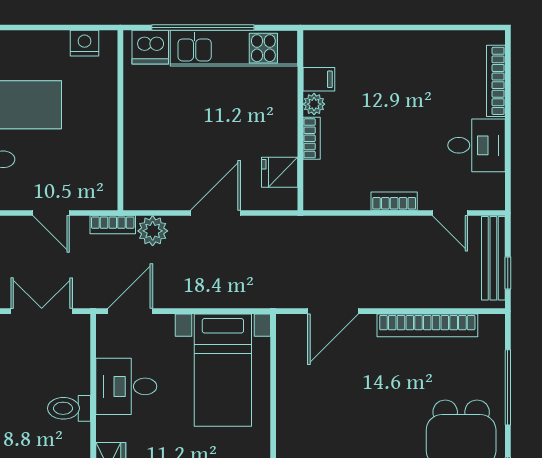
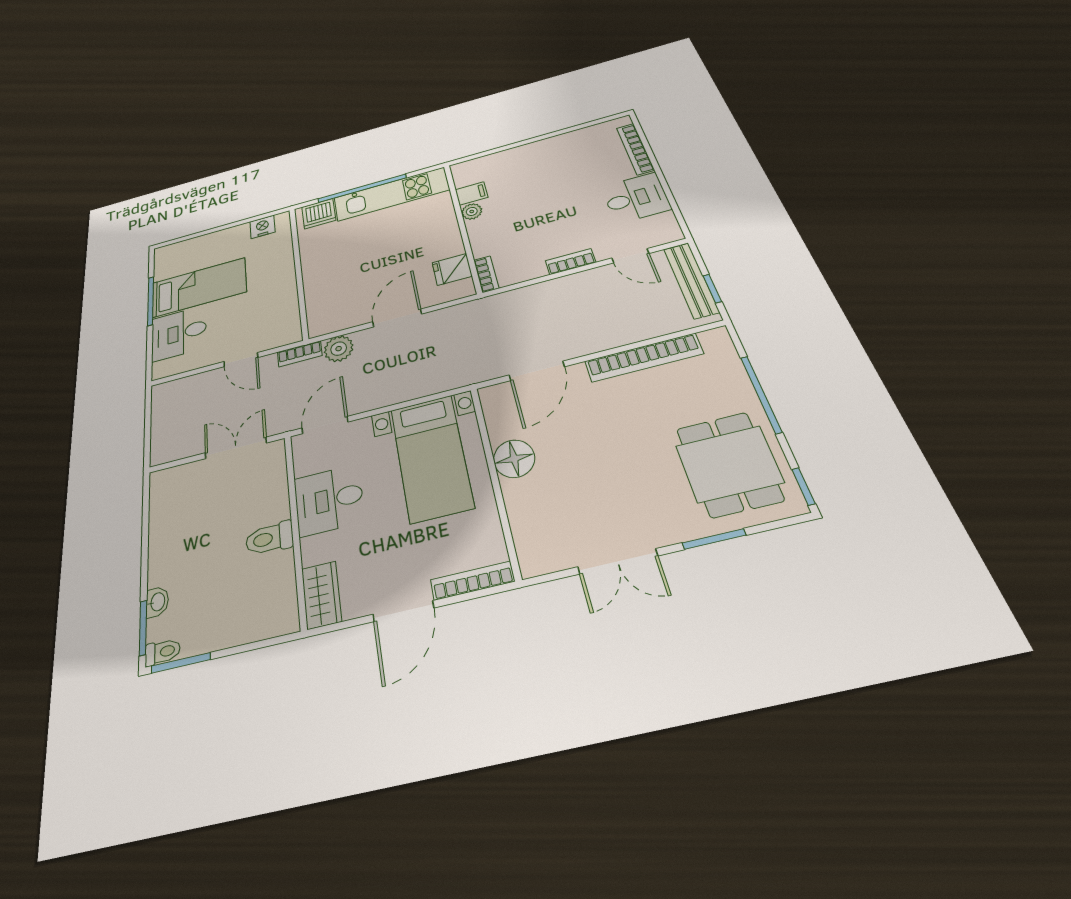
bookcase: (312, 138) -> (486, 274), moved
floor lamp: (294, 390) -> (514, 459), added

